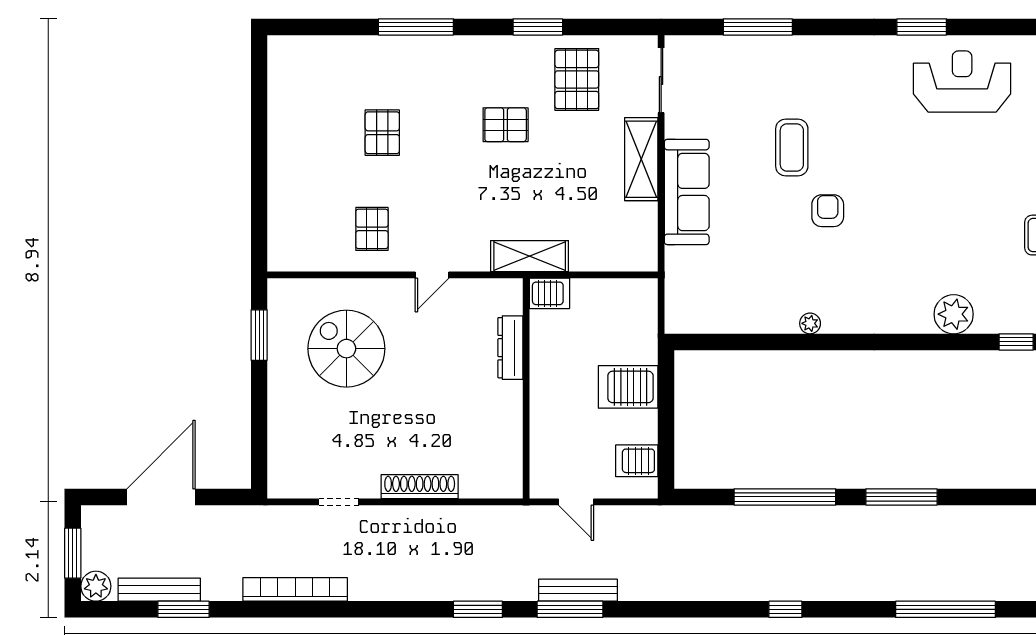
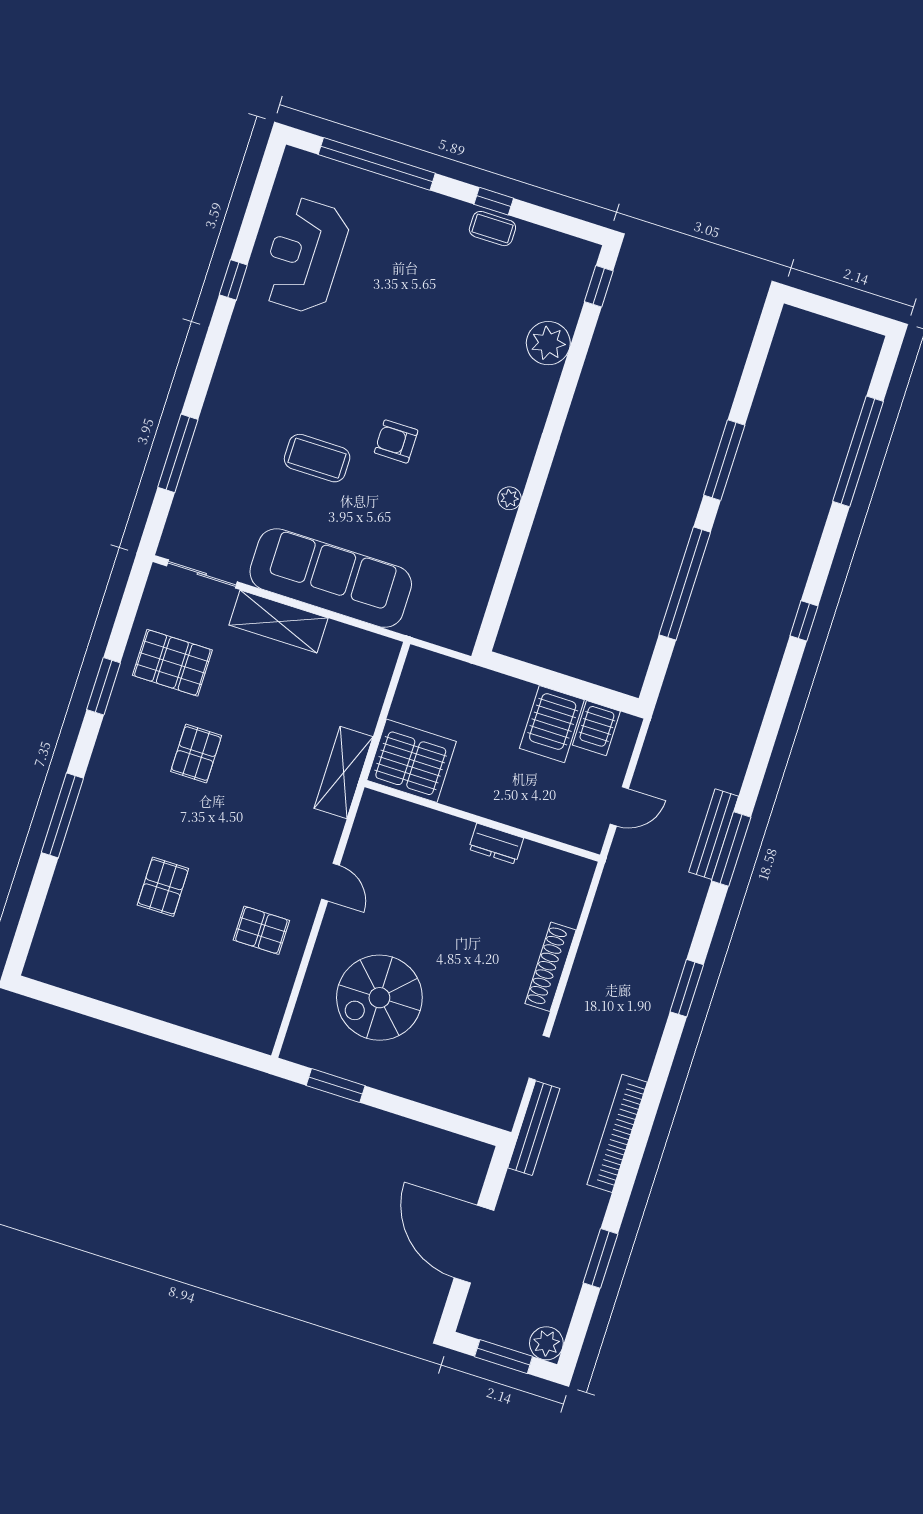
window: (922, 27) -> (233, 280), width x0.67
pallet: (382, 133) -> (163, 887), turned 90
sofa: (687, 192) -> (331, 578), width x1.36, depth x1.27
server rack: (549, 293) -> (412, 761), width x2.18, depth x1.44
dresser: (510, 348) -> (496, 844), moved, width x0.70
server rack: (628, 387) -> (552, 724), moved
bench: (159, 590) -> (534, 1128), moved
window: (478, 609) -> (687, 988), moved

